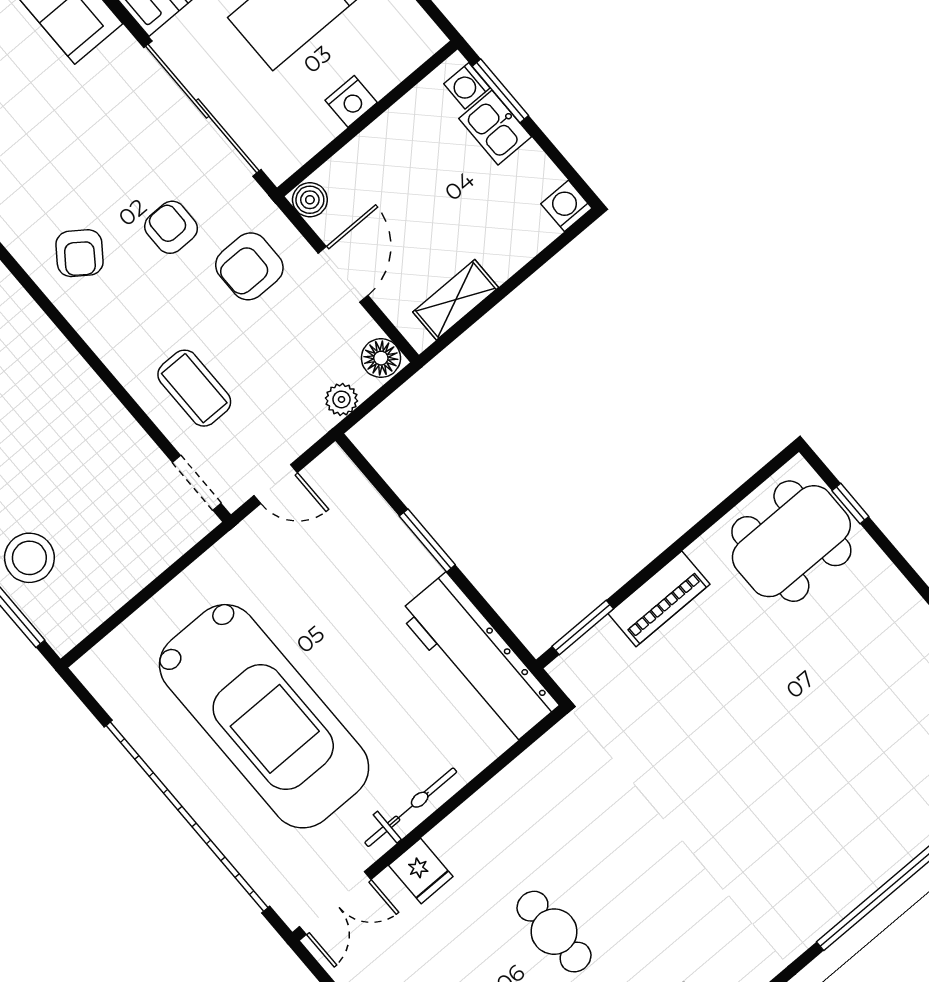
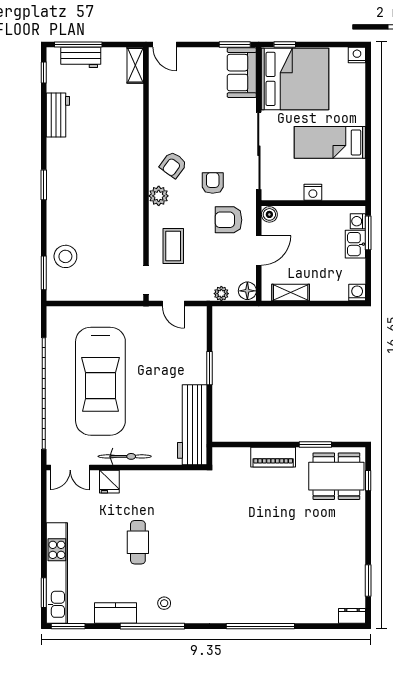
plant: (99, 325) -> (159, 196), added
window: (583, 628) -> (315, 445), moved

